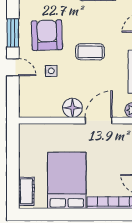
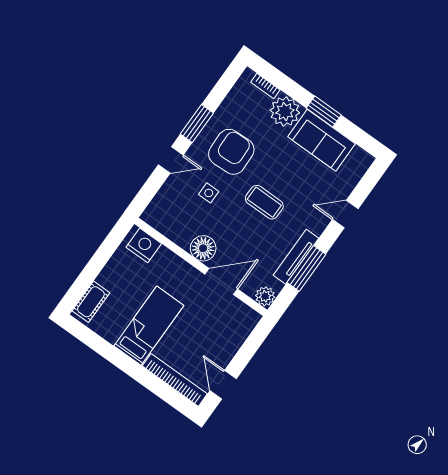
door: (13, 67) -> (171, 160), hinge flipped
nightstand: (34, 133) -> (144, 245), added
bed: (67, 180) -> (149, 326), width x0.67

